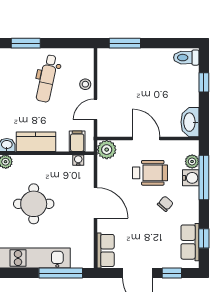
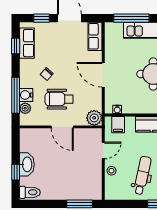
washbasin: (190, 122) -> (27, 164), moved

